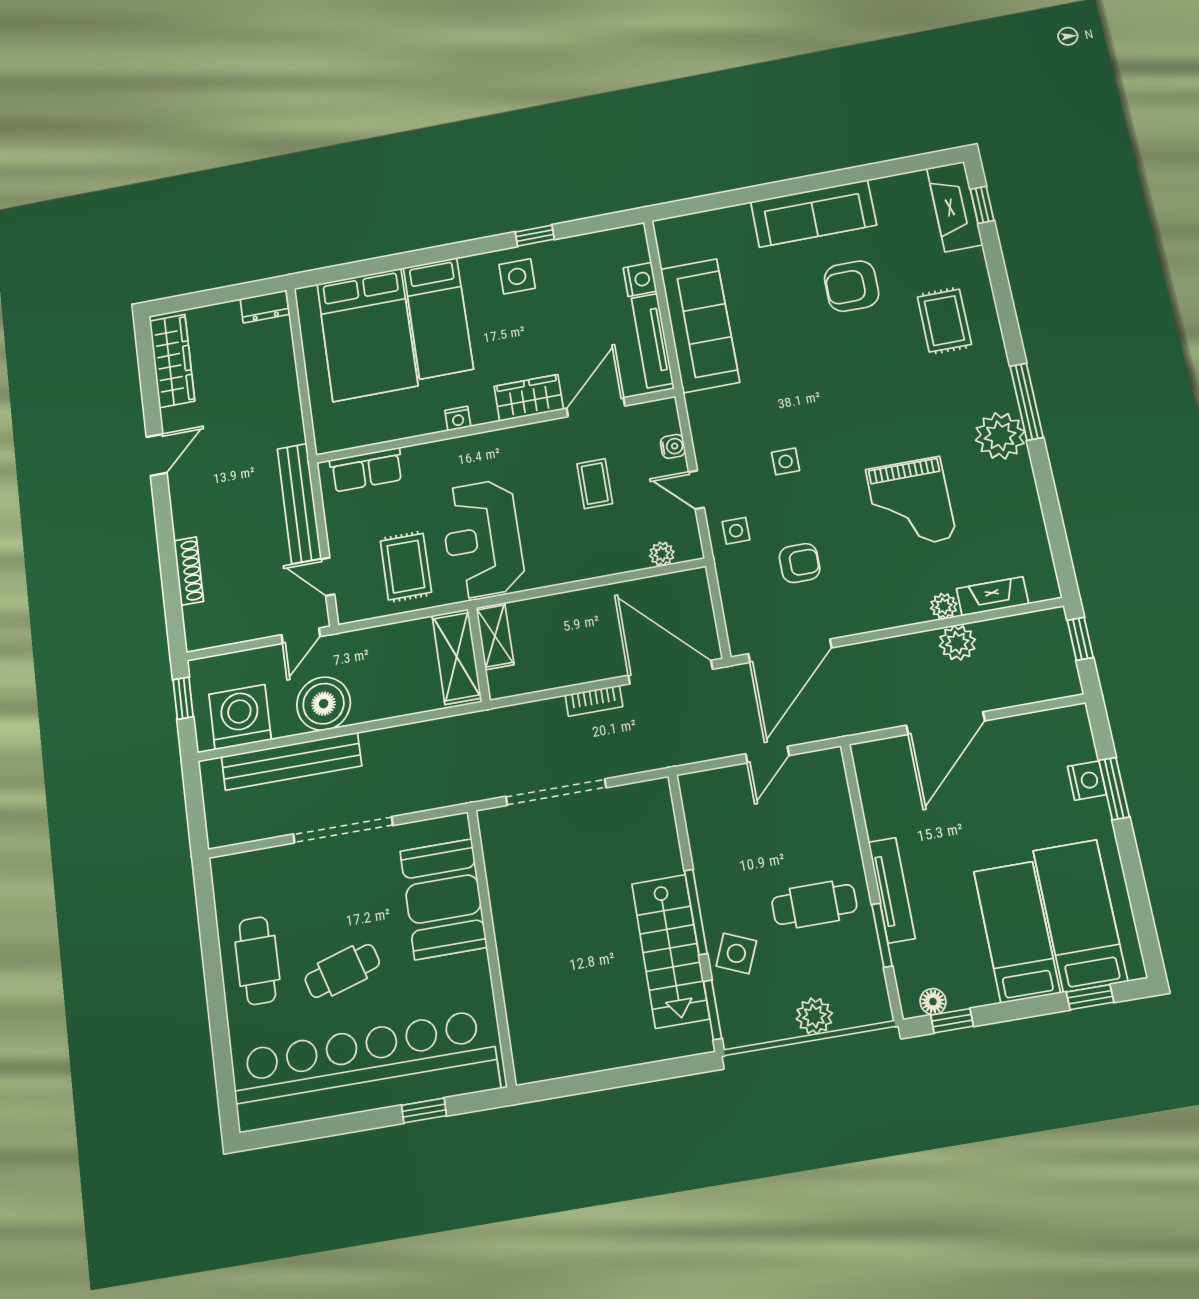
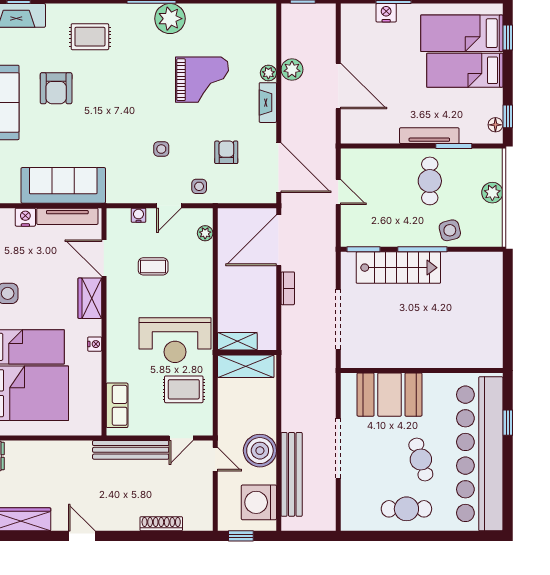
fireplace: (993, 596) -> (268, 103), moved
stairs: (671, 951) -> (398, 268), moved
side table: (736, 953) -> (450, 230), turned -37
window: (713, 1010) -> (363, 249), moved

